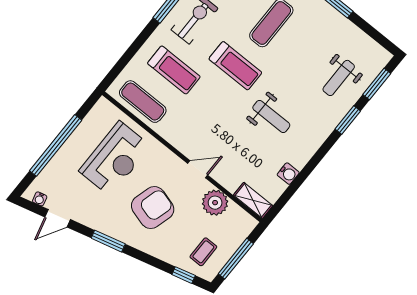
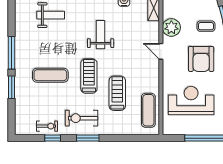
treadmill: (174, 70) -> (117, 93), moved
armchair: (153, 208) -> (201, 59), turned -106
coffee table: (203, 252) -> (206, 26), moved

